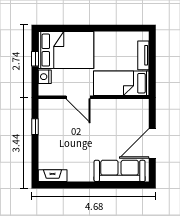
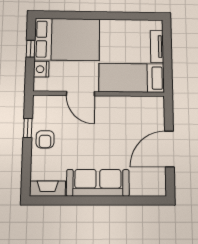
armchair: (50, 136) -> (45, 139), added
sofa: (120, 171) -> (98, 183), moved

